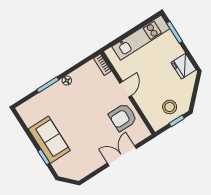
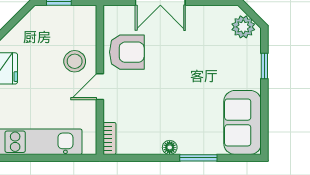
stool: (170, 107) -> (75, 61), moved
sofa: (49, 140) -> (243, 122), moved
plant: (69, 171) -> (243, 27), added

